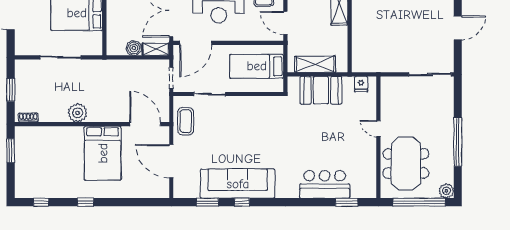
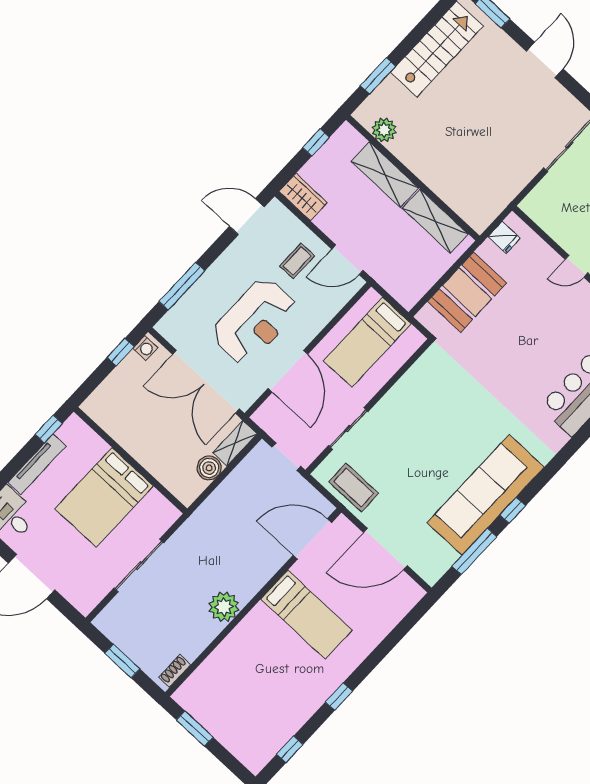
door: (196, 43) -> (288, 371), moved
shelving: (315, 64) -> (435, 221), moved, turned 90
bed: (103, 153) -> (306, 615), width x0.67
window: (207, 202) -> (474, 551), width x1.44

